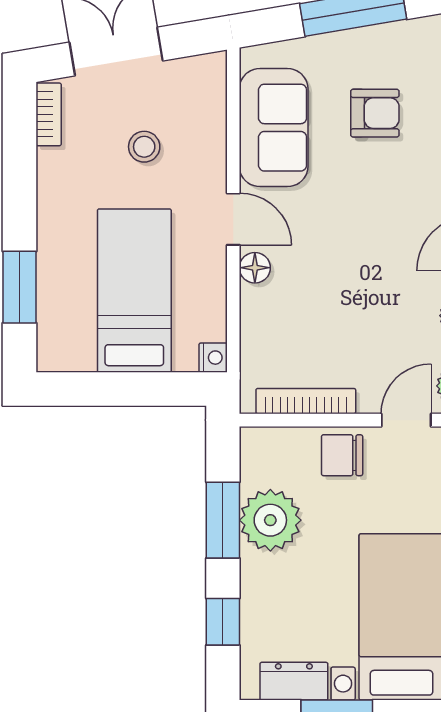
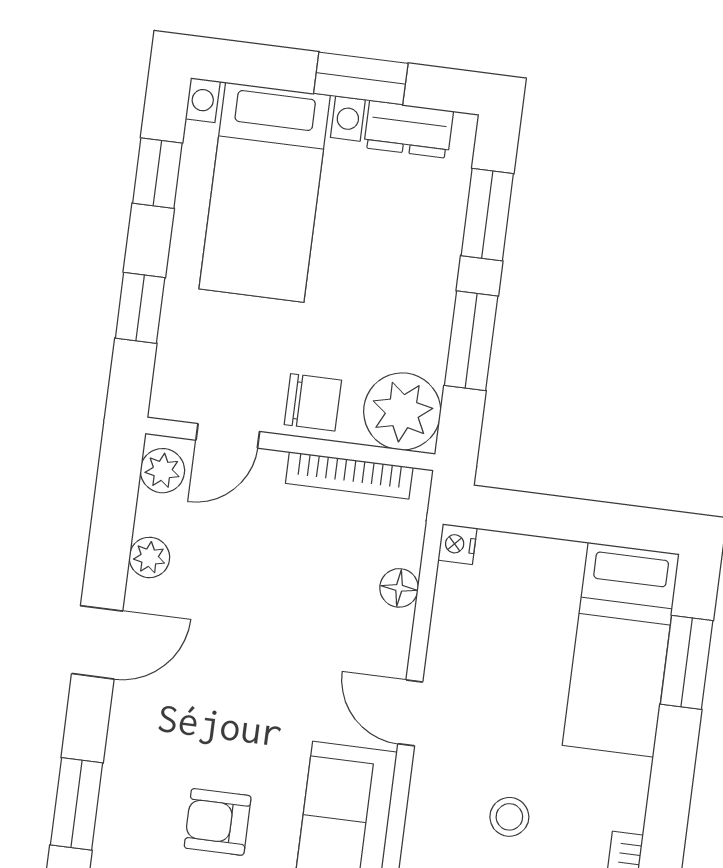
floor lamp: (255, 268) -> (399, 588), moved
bed: (134, 291) -> (621, 650), moved
plant: (270, 520) -> (402, 411), moved
window: (223, 622) -> (487, 215), width x1.50

